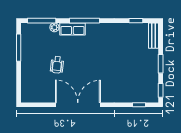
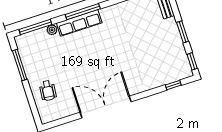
row of seats: (72, 29) -> (79, 23), width x1.48
wheelchair: (57, 65) -> (48, 91), moved

